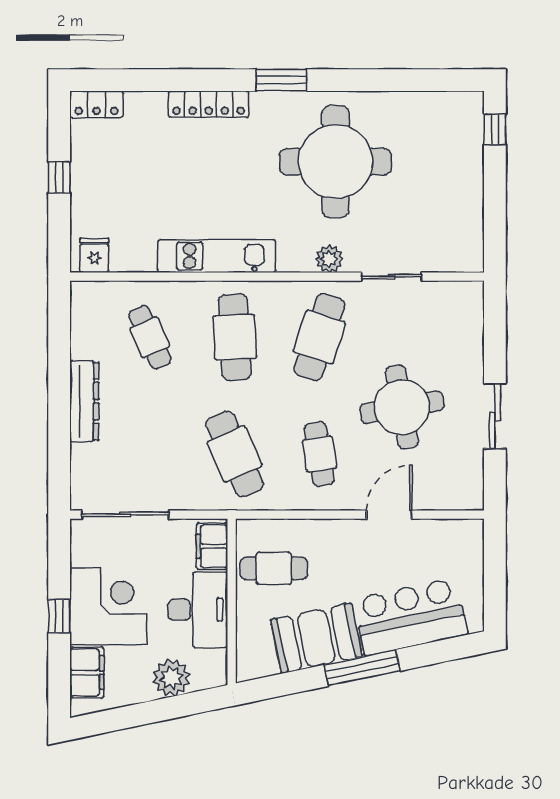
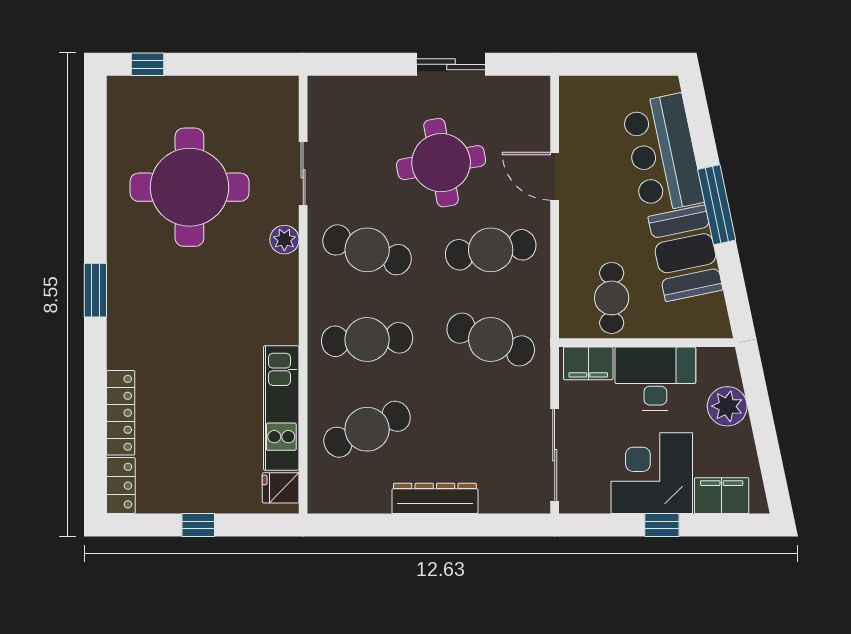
locker: (209, 104) -> (121, 413), moved
round table: (336, 162) -> (189, 187), moved
kitchen unit: (217, 256) -> (281, 408), moved
cafe table: (150, 337) -> (367, 429), width x1.37, depth x1.35
cafe table: (235, 454) -> (491, 340), turned 45
cafe table: (319, 454) -> (491, 250), width x1.37, depth x1.35

